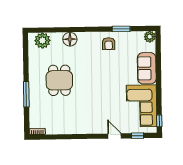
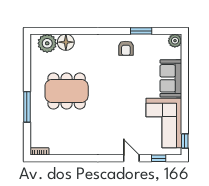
floor lamp: (70, 39) -> (66, 42), moved
dining table: (59, 80) -> (67, 91), width x1.38

